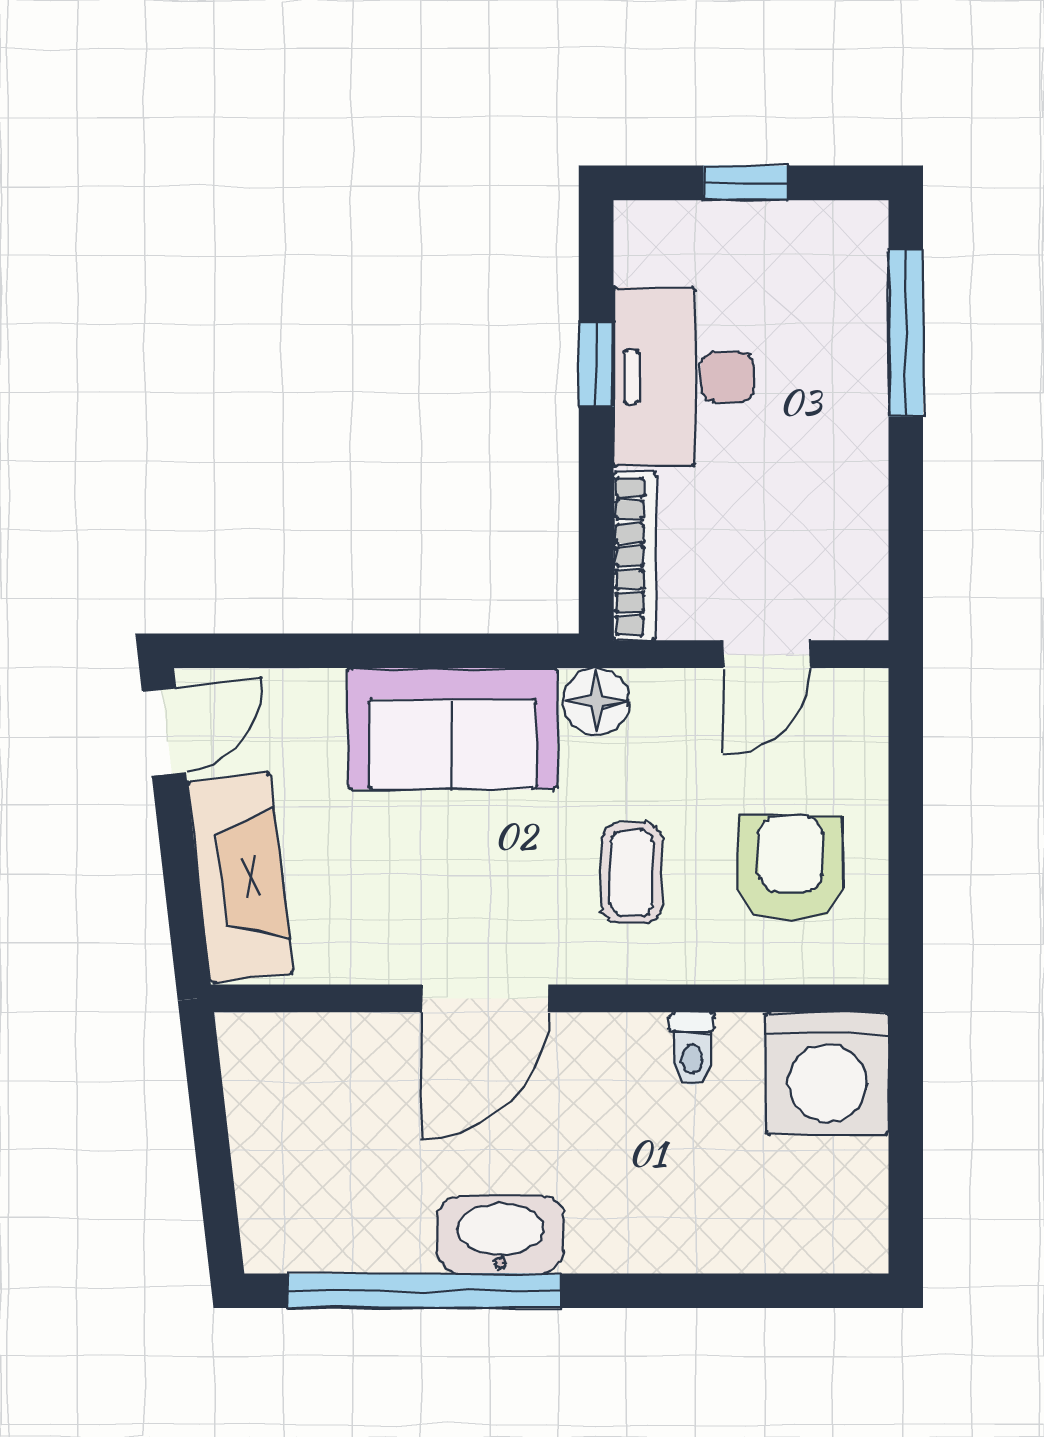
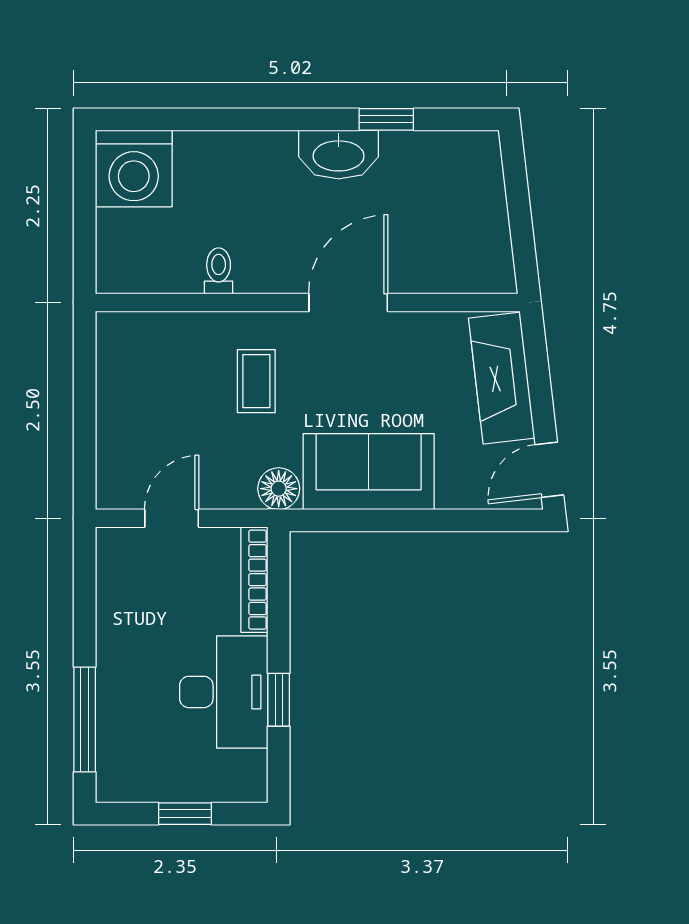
armchair: (790, 868) -> (157, 384), removed
washing machine: (827, 1073) -> (134, 168), moved, turned 180
window: (424, 1291) -> (386, 119), width x0.32

